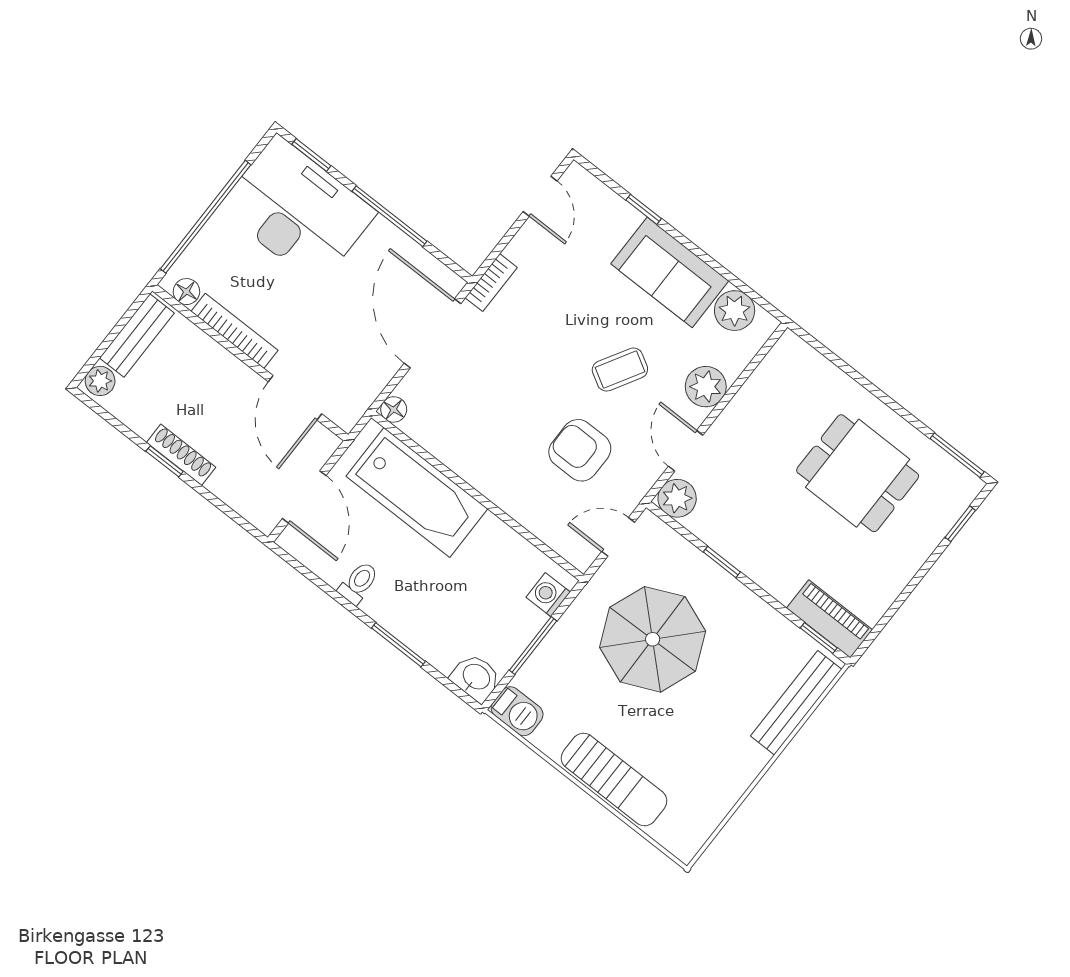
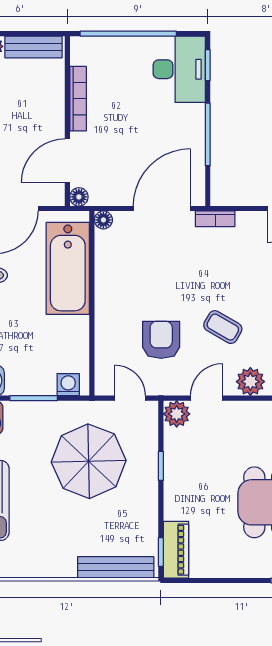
desk: (298, 210) -> (179, 69), width x0.73, depth x0.77
floor lamp: (186, 292) -> (79, 197), moved

